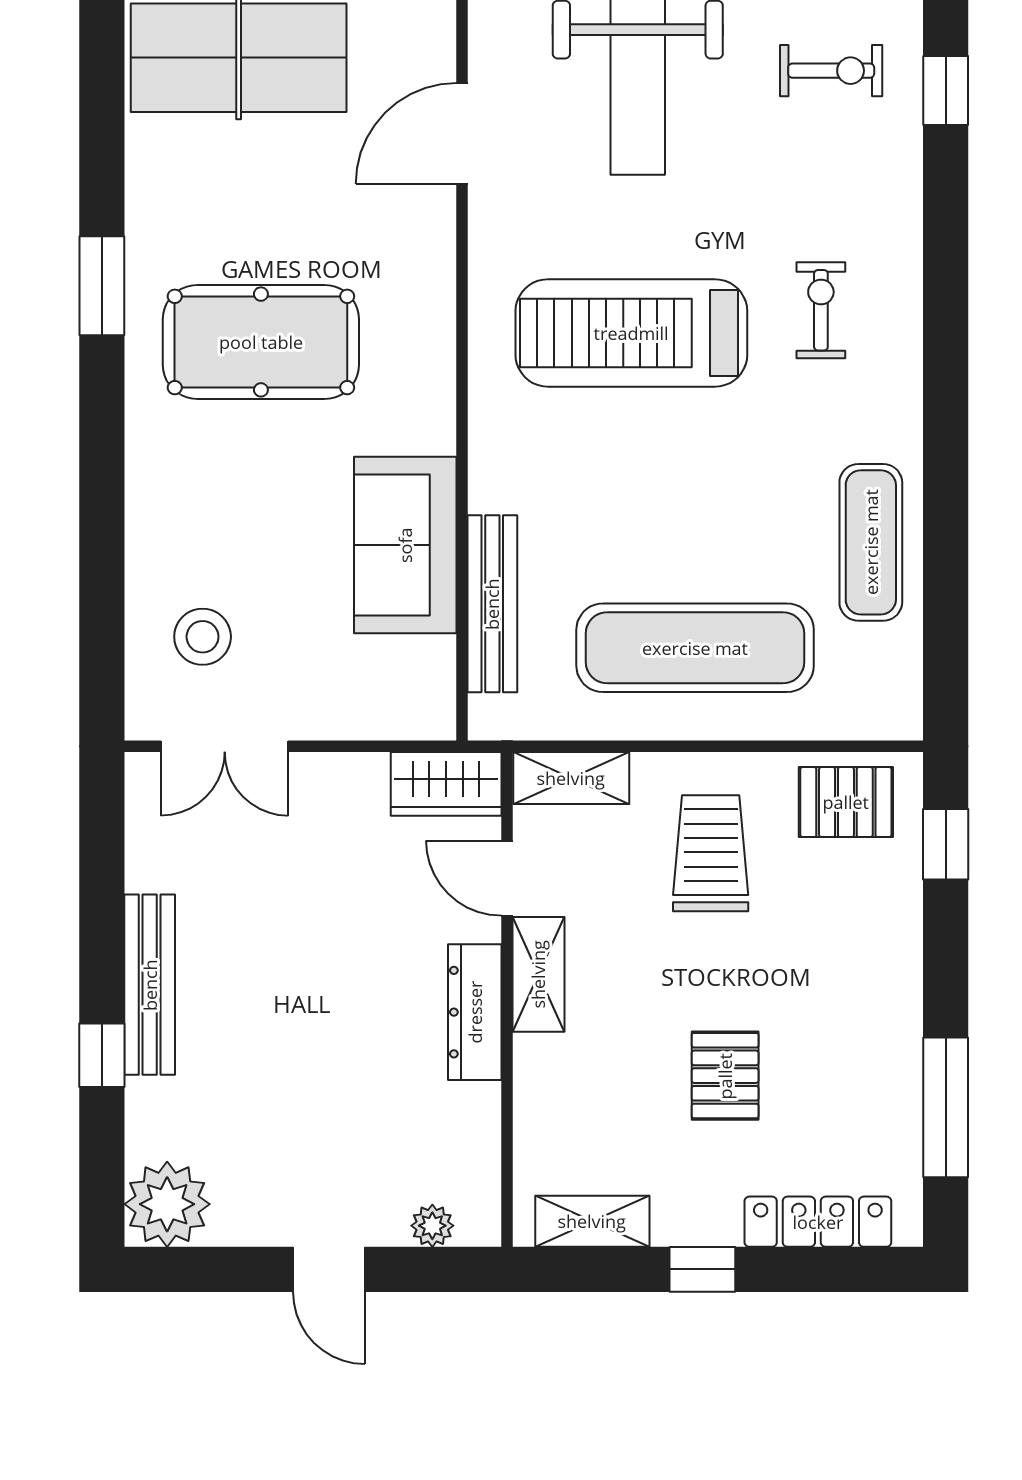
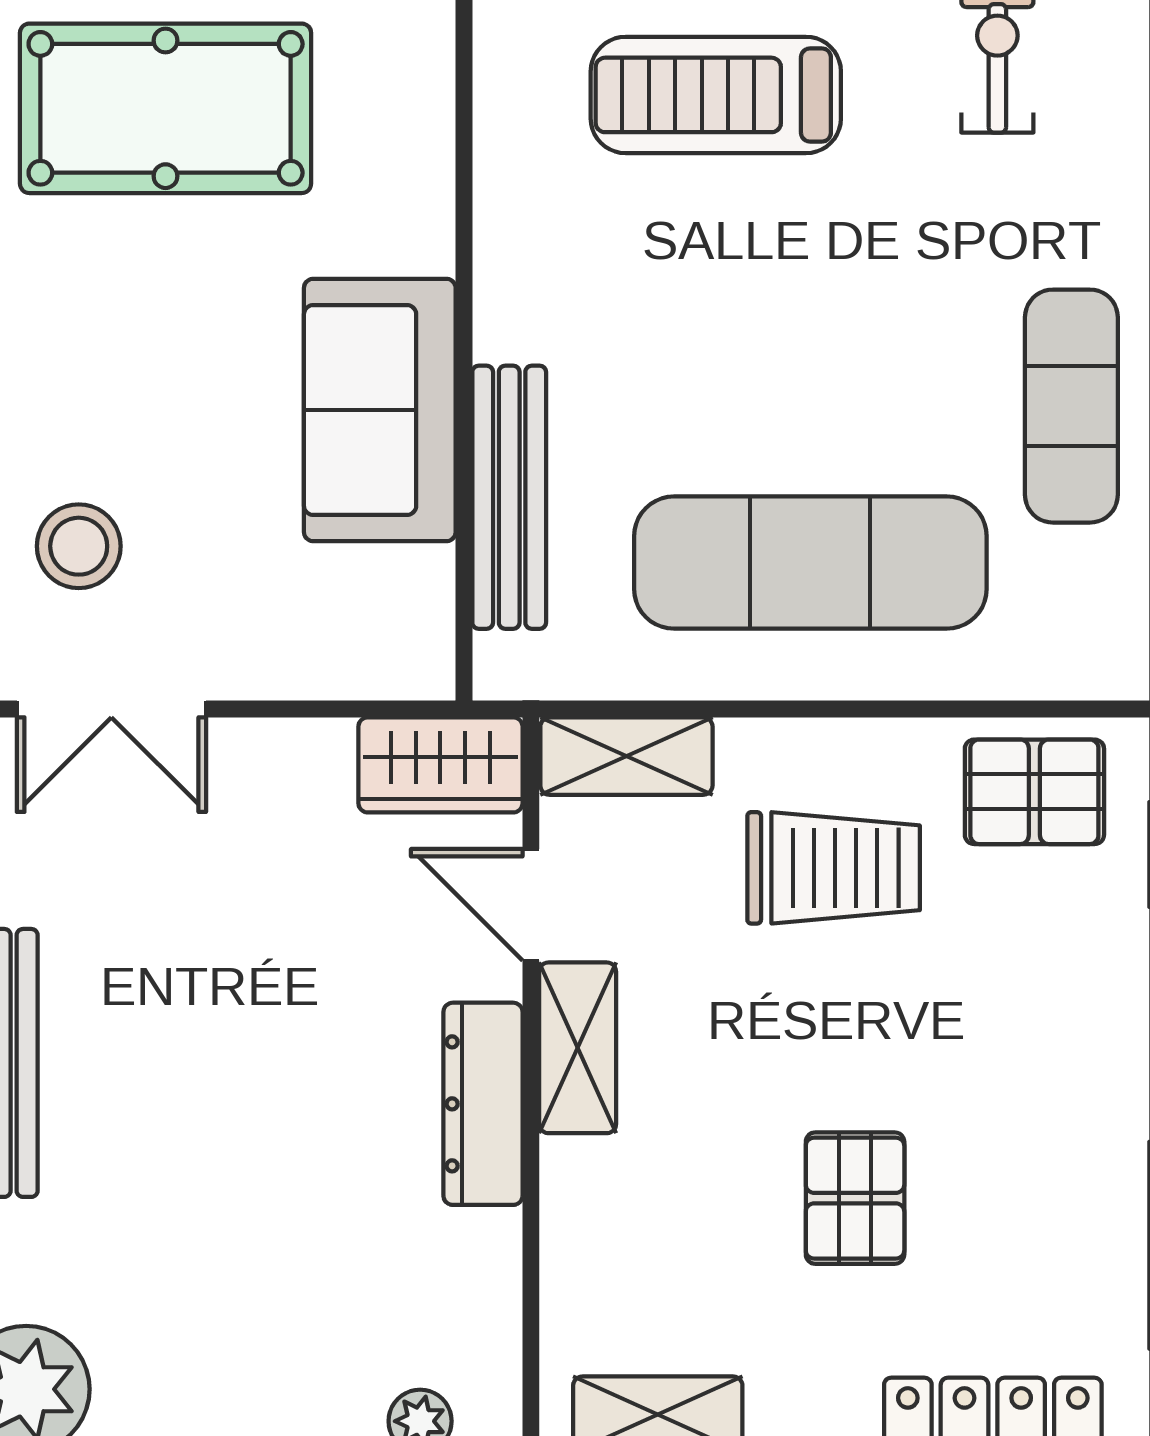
treadmill: (631, 333) -> (716, 95), width x0.73, depth x0.73
trolley: (711, 853) -> (834, 868), turned 90

